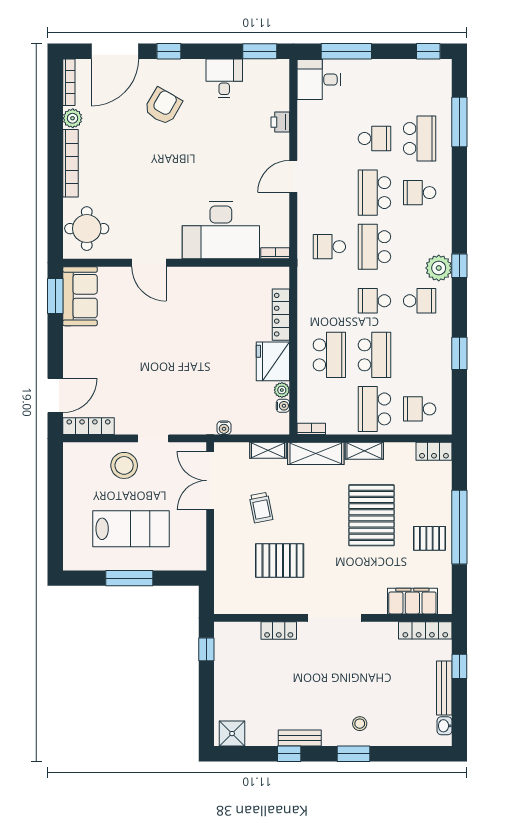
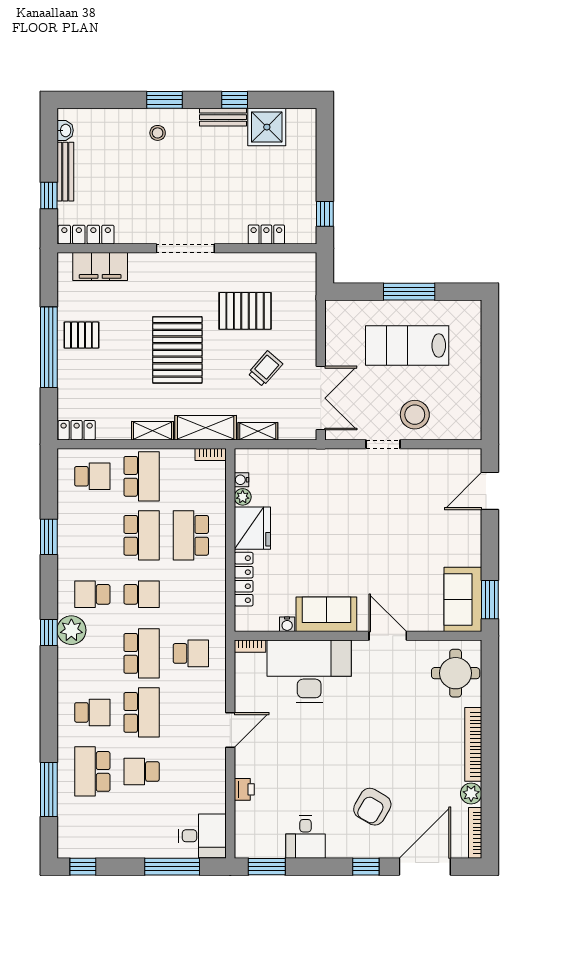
sofa: (205, 283) -> (326, 614), added
school desk: (374, 355) -> (142, 535), turned 180
locker: (88, 426) -> (454, 458), removed
water cooler: (224, 428) -> (287, 624), moved, turned 180
trolley: (261, 508) -> (265, 369), turned 52
pallet: (371, 515) -> (177, 350), moved
locker: (279, 630) -> (266, 235), moved
shower: (232, 734) -> (267, 127), moved, width x1.36, depth x1.36

